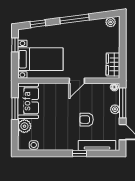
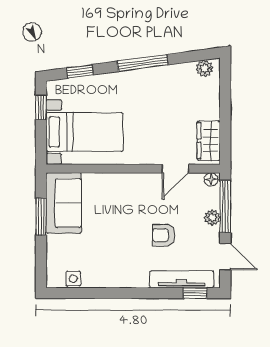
door: (77, 81) -> (175, 169), moved
plant: (24, 126) -> (57, 247), removed
window: (80, 153) -> (195, 293), moved

